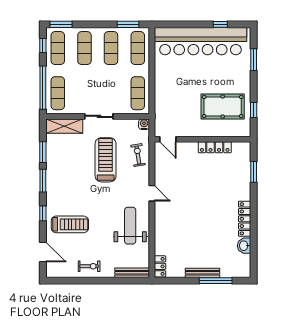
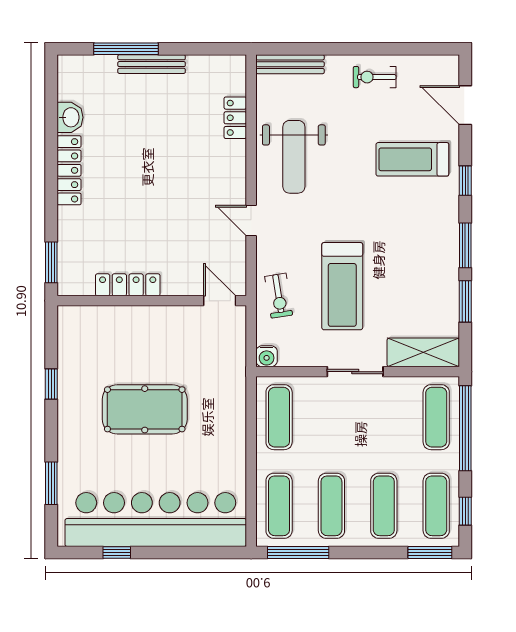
window: (128, 24) -> (298, 553), width x1.44
pool table: (223, 107) -> (145, 409), moved
door: (168, 139) -> (220, 301), moved
wall: (202, 139) -> (152, 301), moved
locker: (215, 147) -> (128, 285), moved
locker: (160, 266) -> (235, 118), moved

